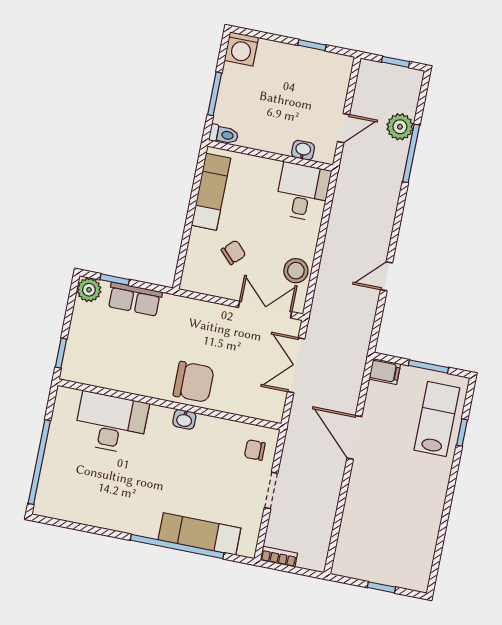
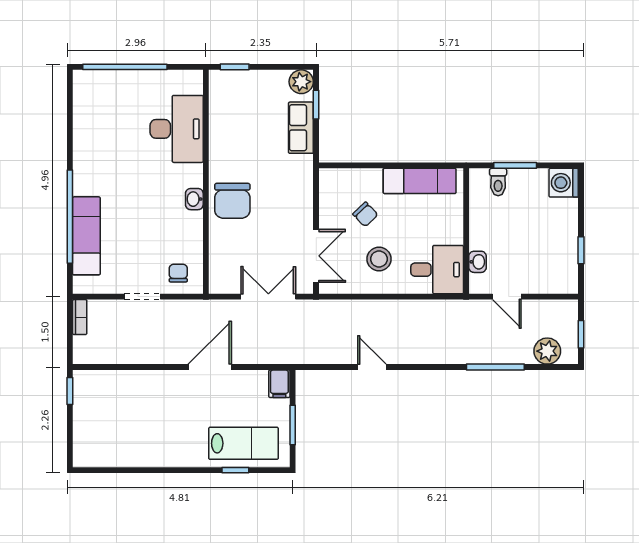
plant: (400, 127) -> (547, 351), moved
toilet: (224, 135) -> (498, 182), moved
stool: (296, 271) -> (379, 259), moved
window: (381, 587) -> (70, 391), moved

